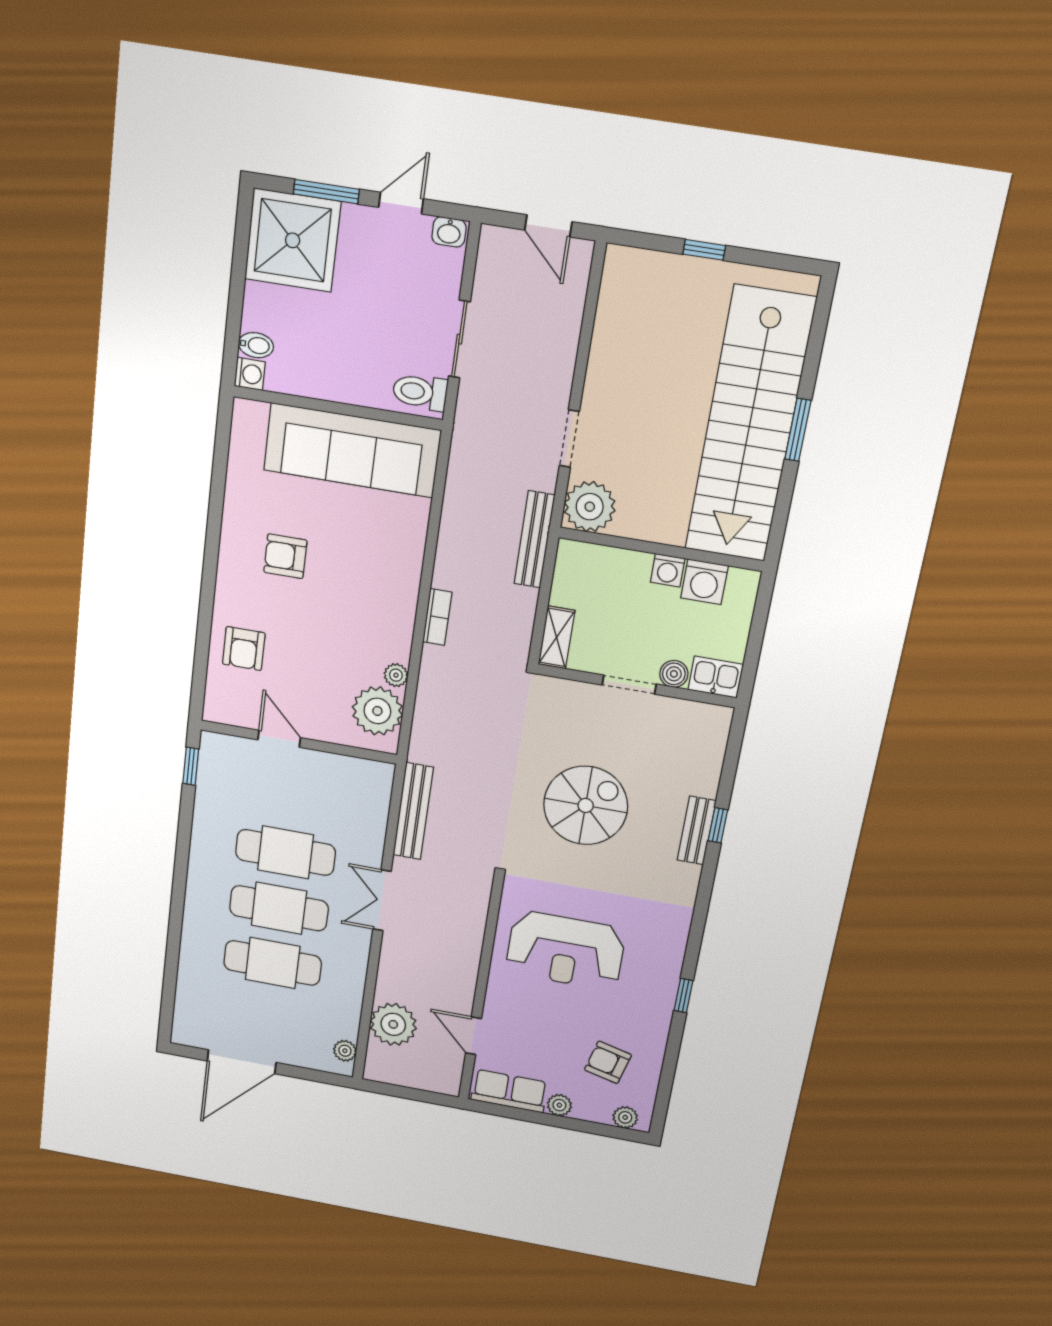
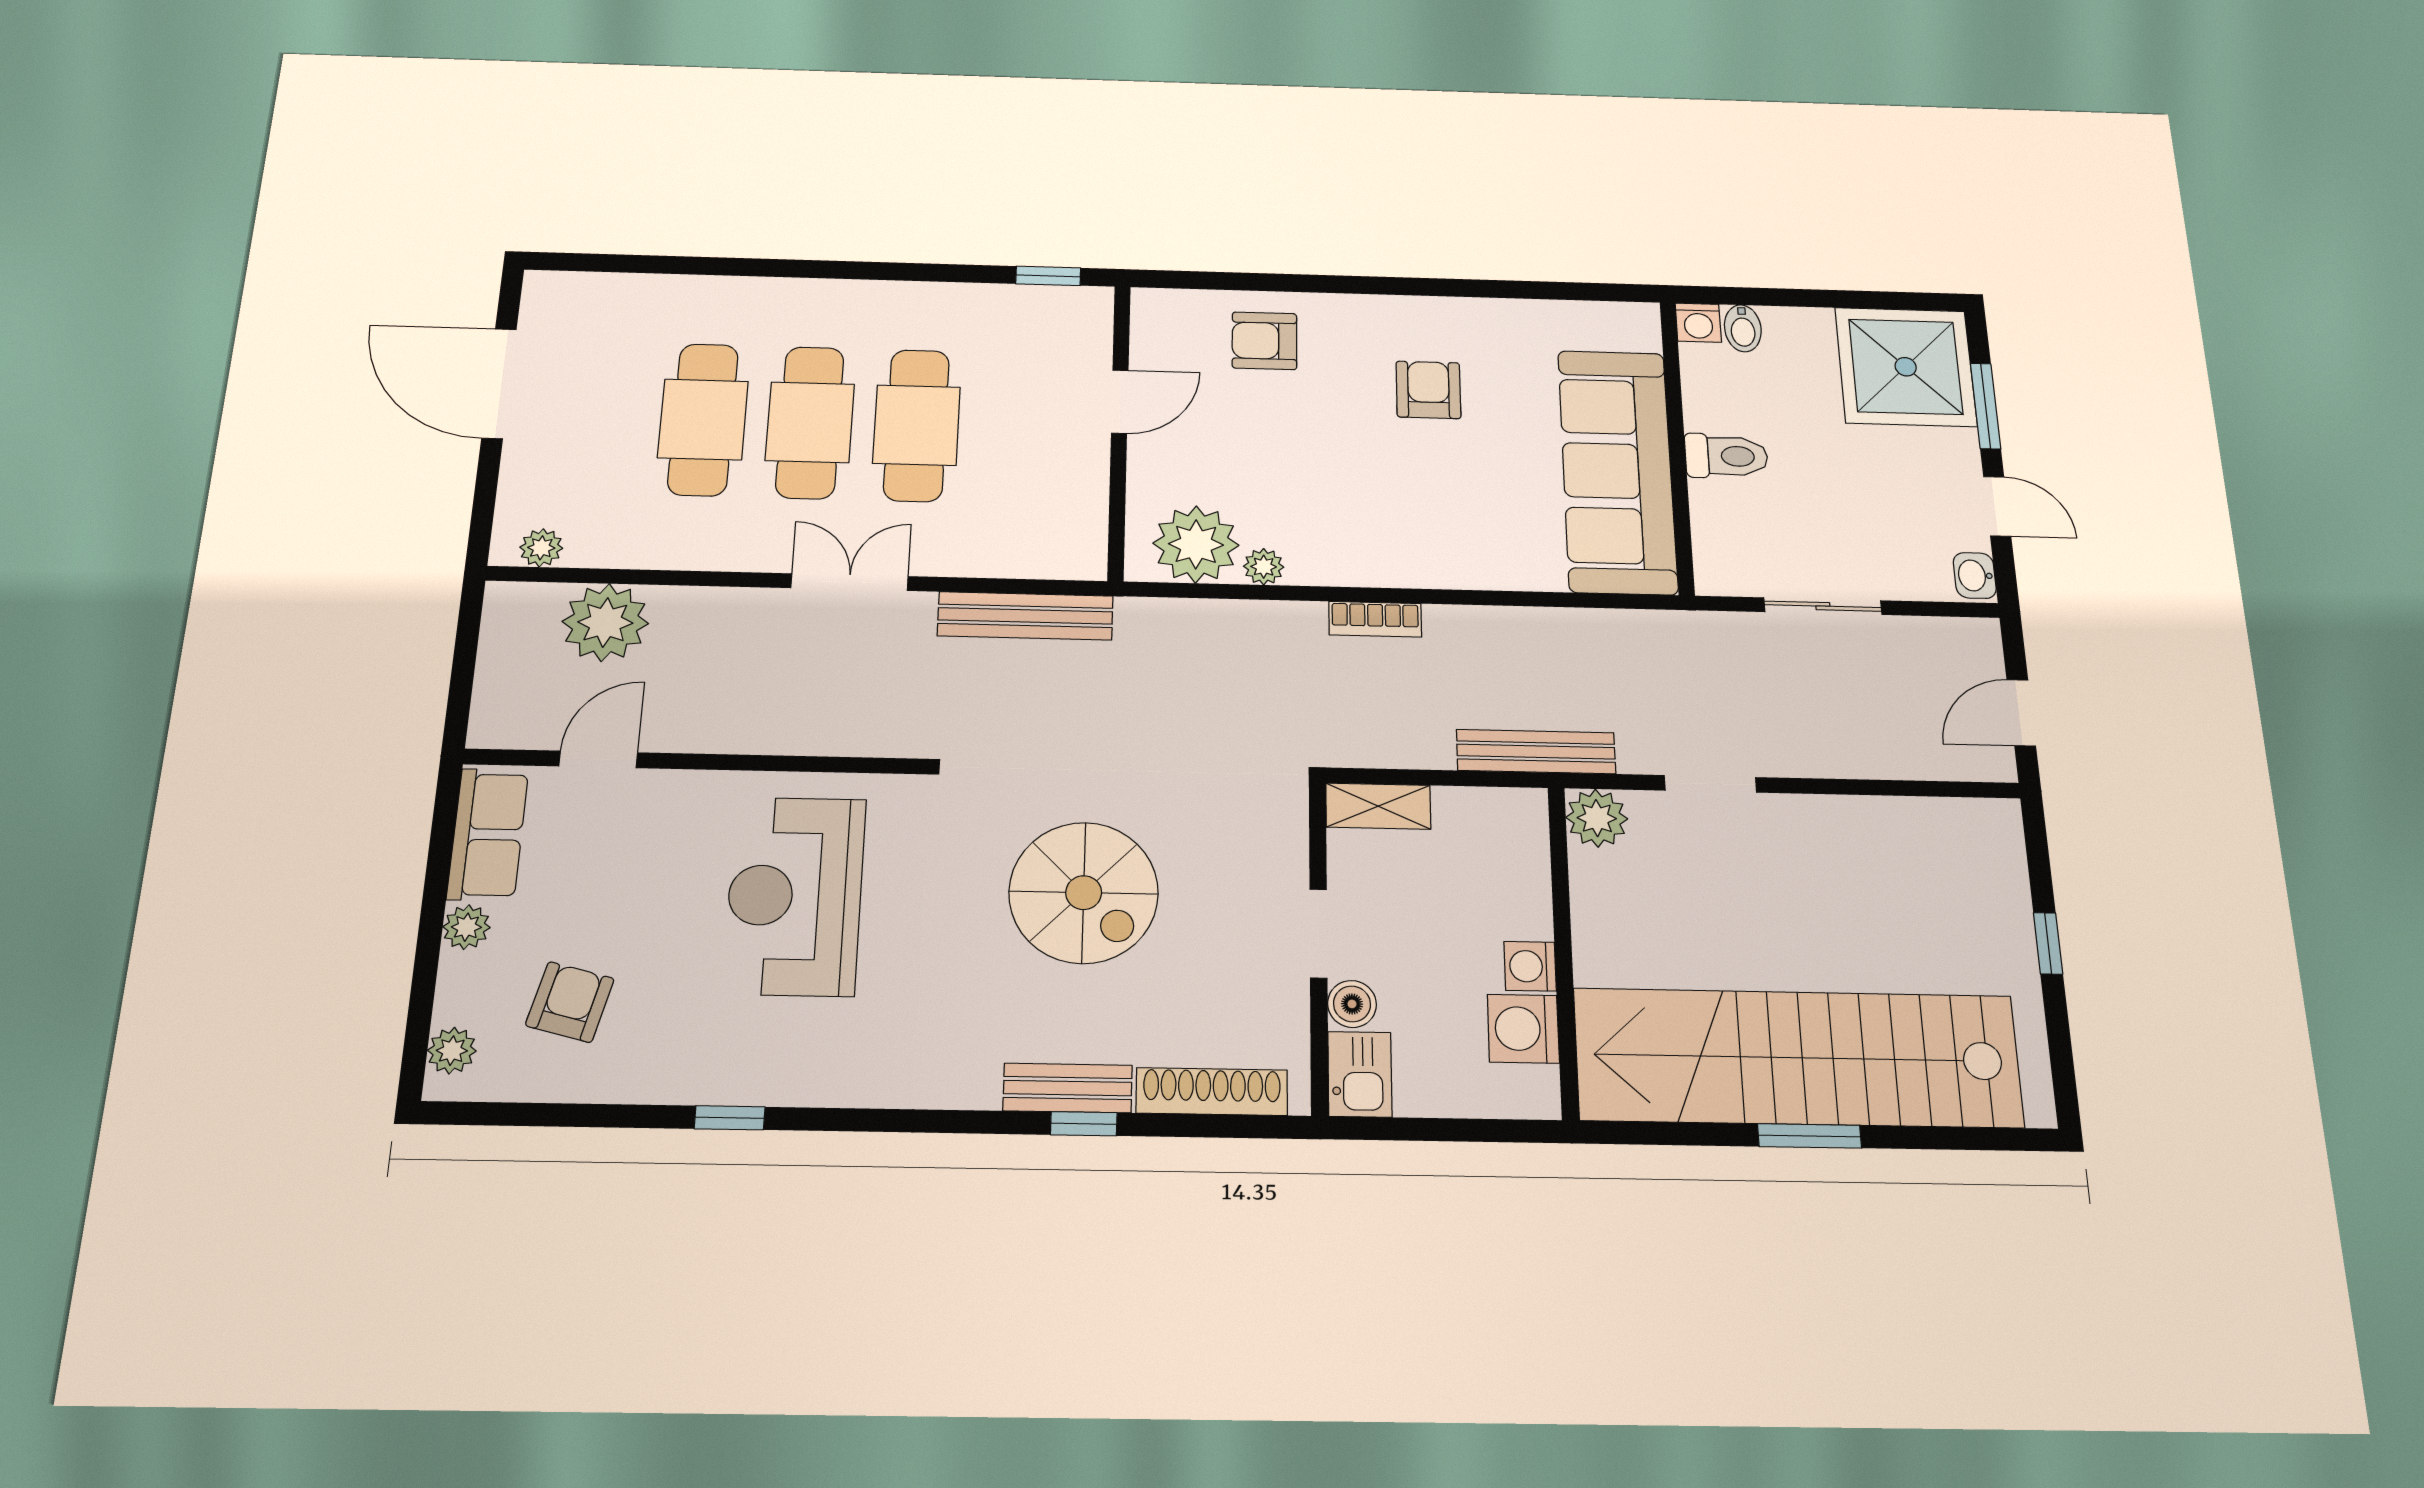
toilet: (420, 392) -> (1726, 456), moved, turned 90
plant: (590, 507) -> (1597, 818), width x0.73, depth x0.73
shoe rack: (712, 757) -> (1212, 1092), added

